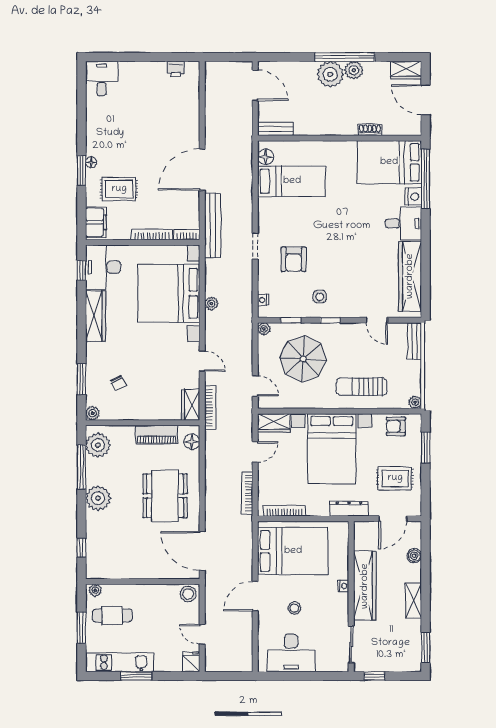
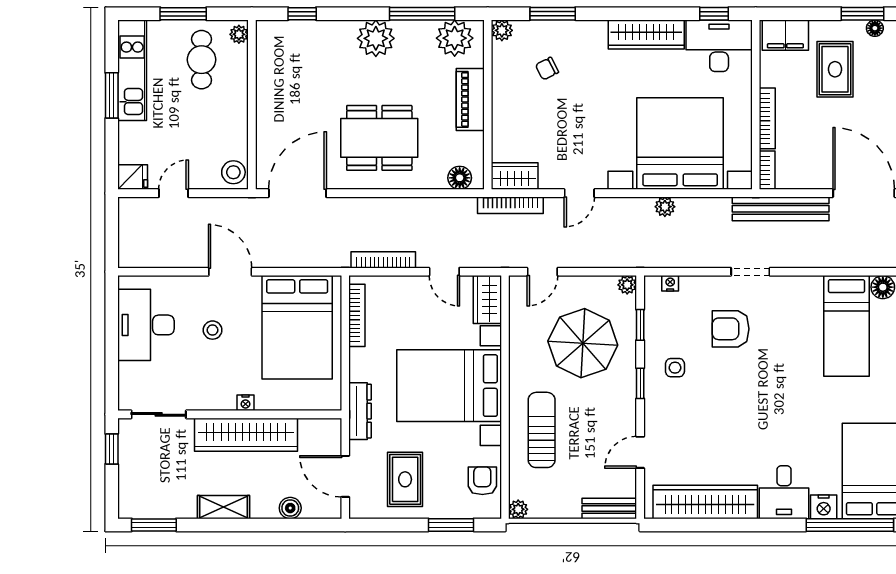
piano: (157, 435) -> (470, 99), moved

